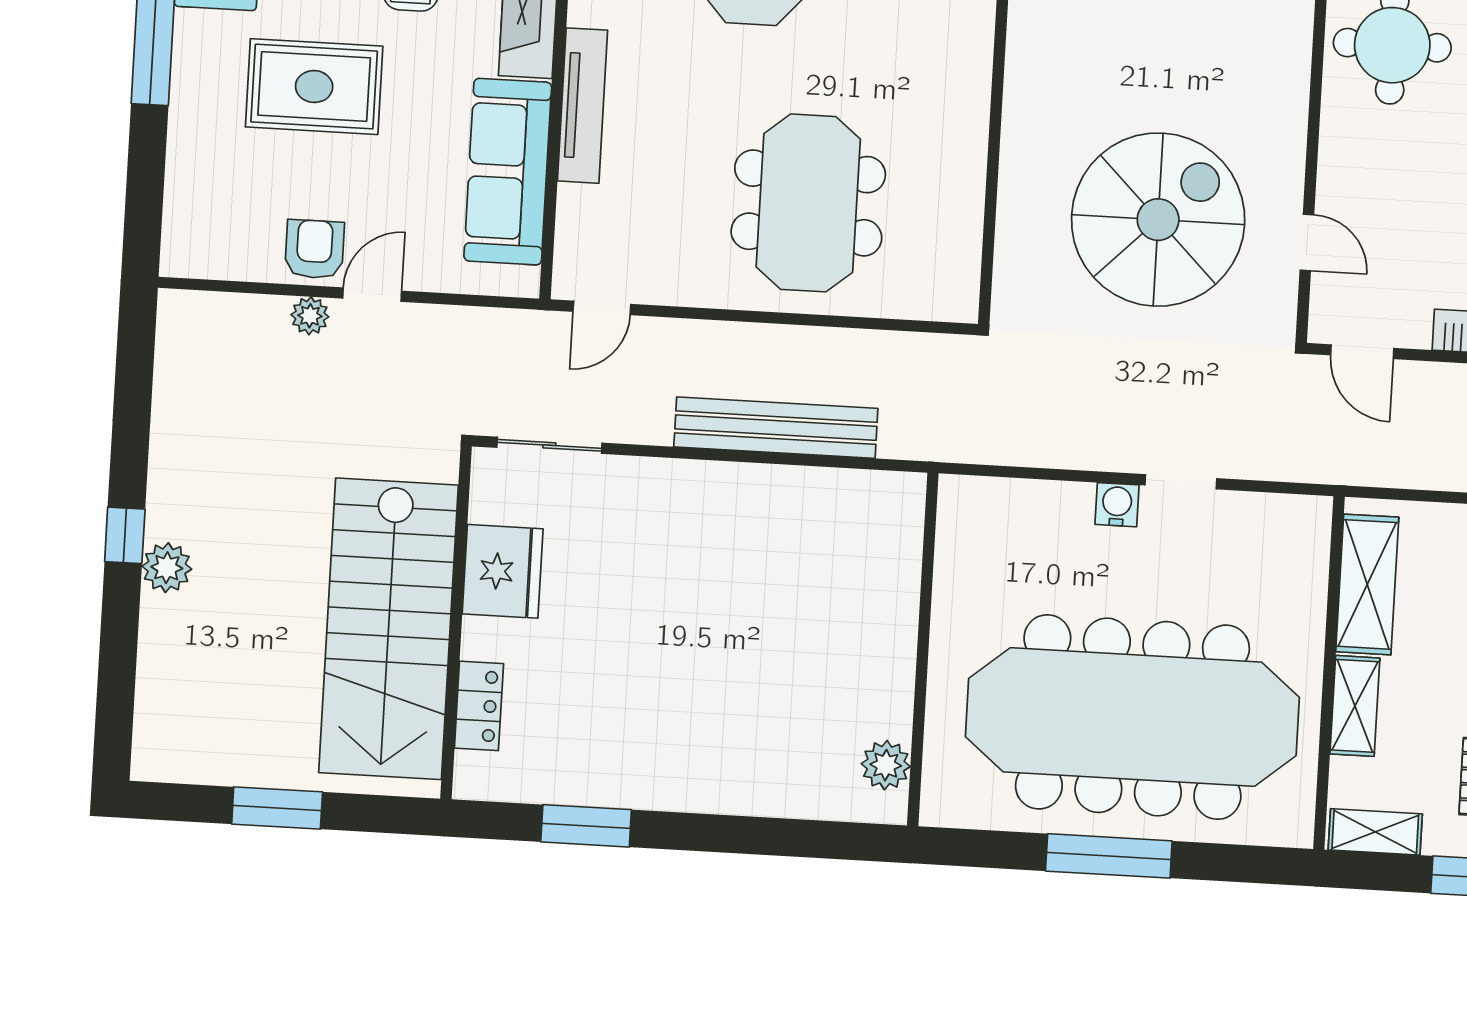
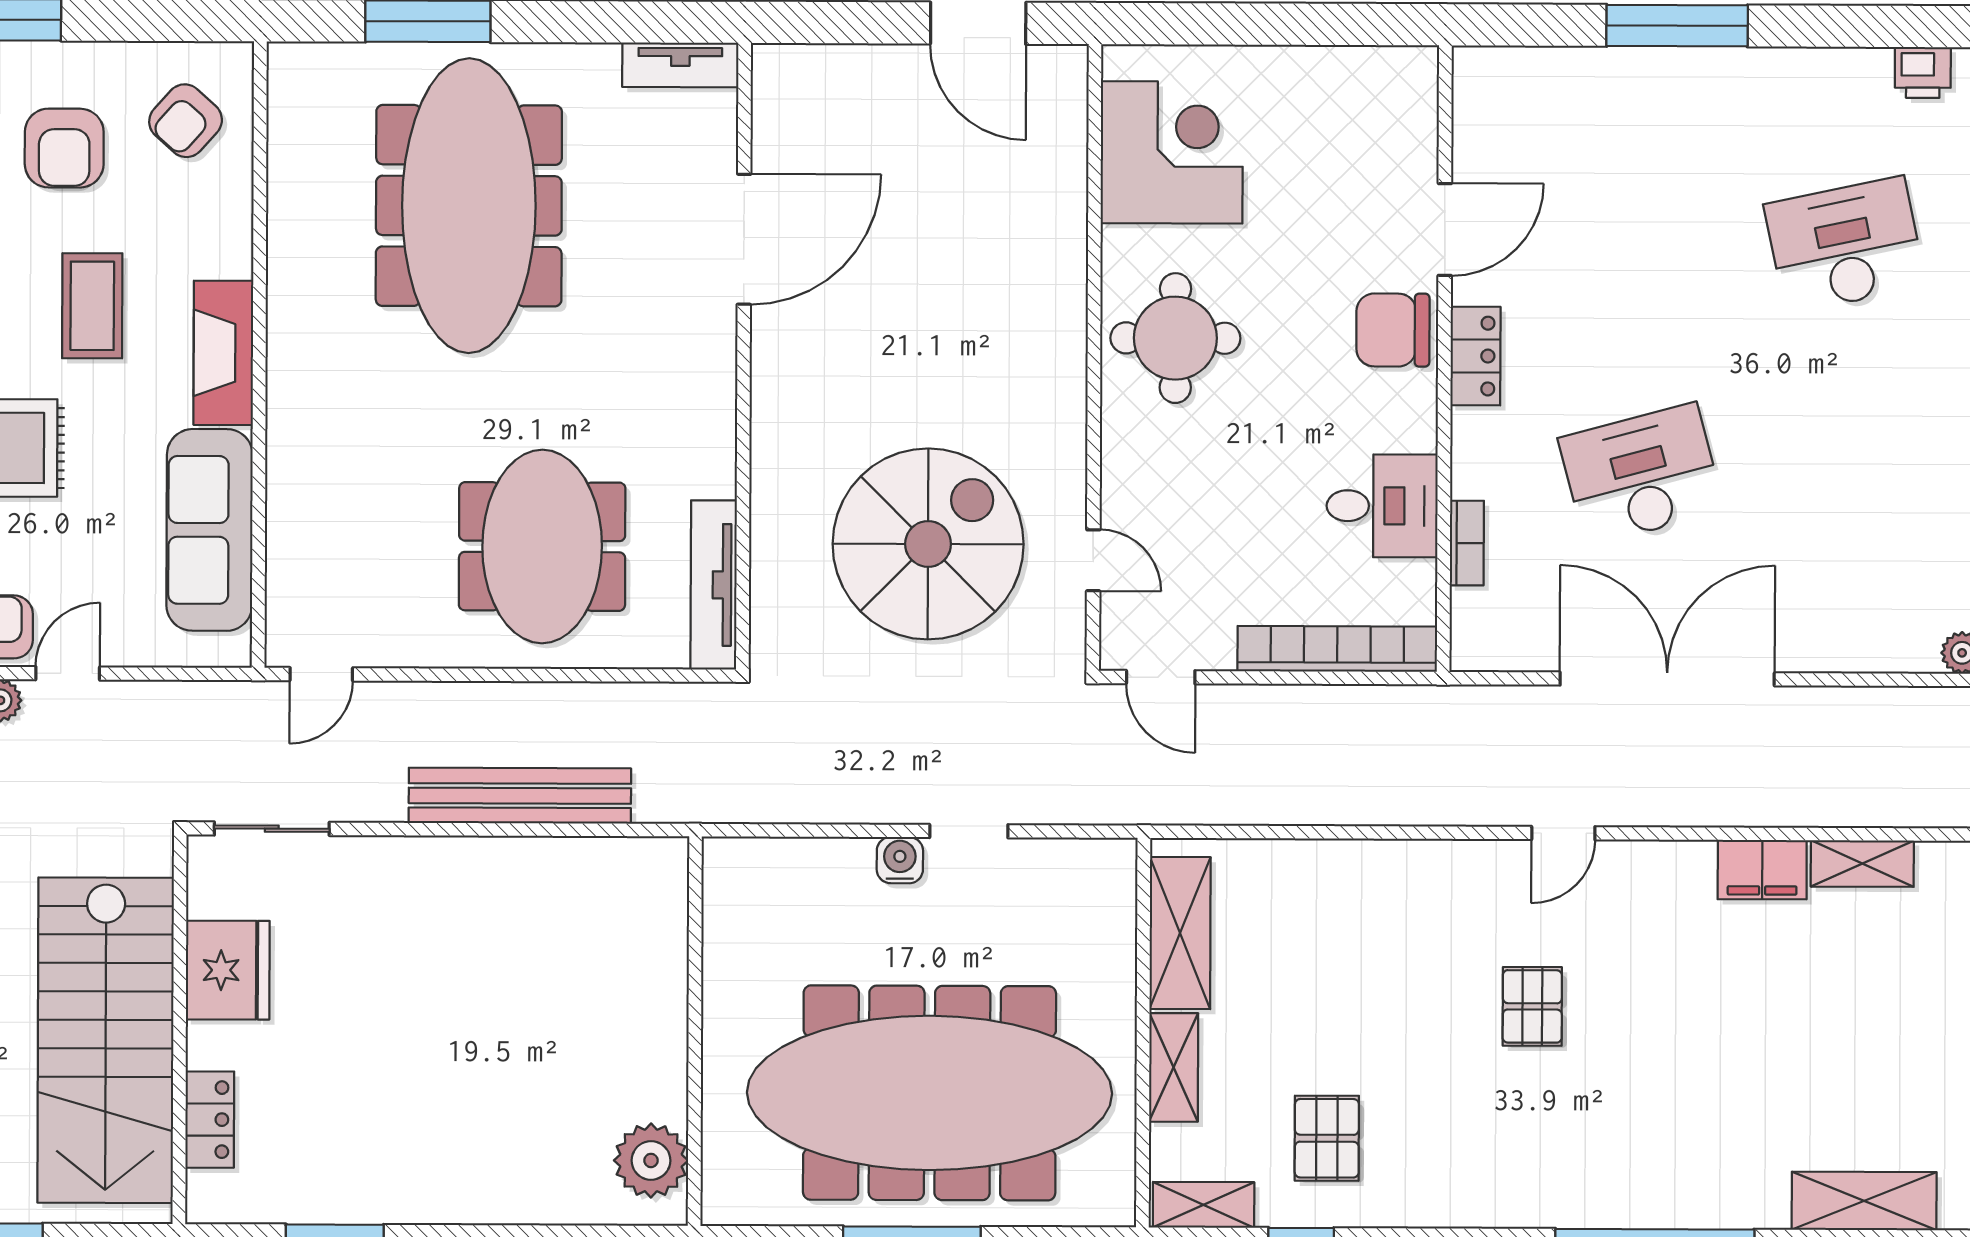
tv unit: (583, 106) -> (714, 585), moved, turned 180
plant: (886, 765) -> (651, 1160), width x1.36, depth x1.36

